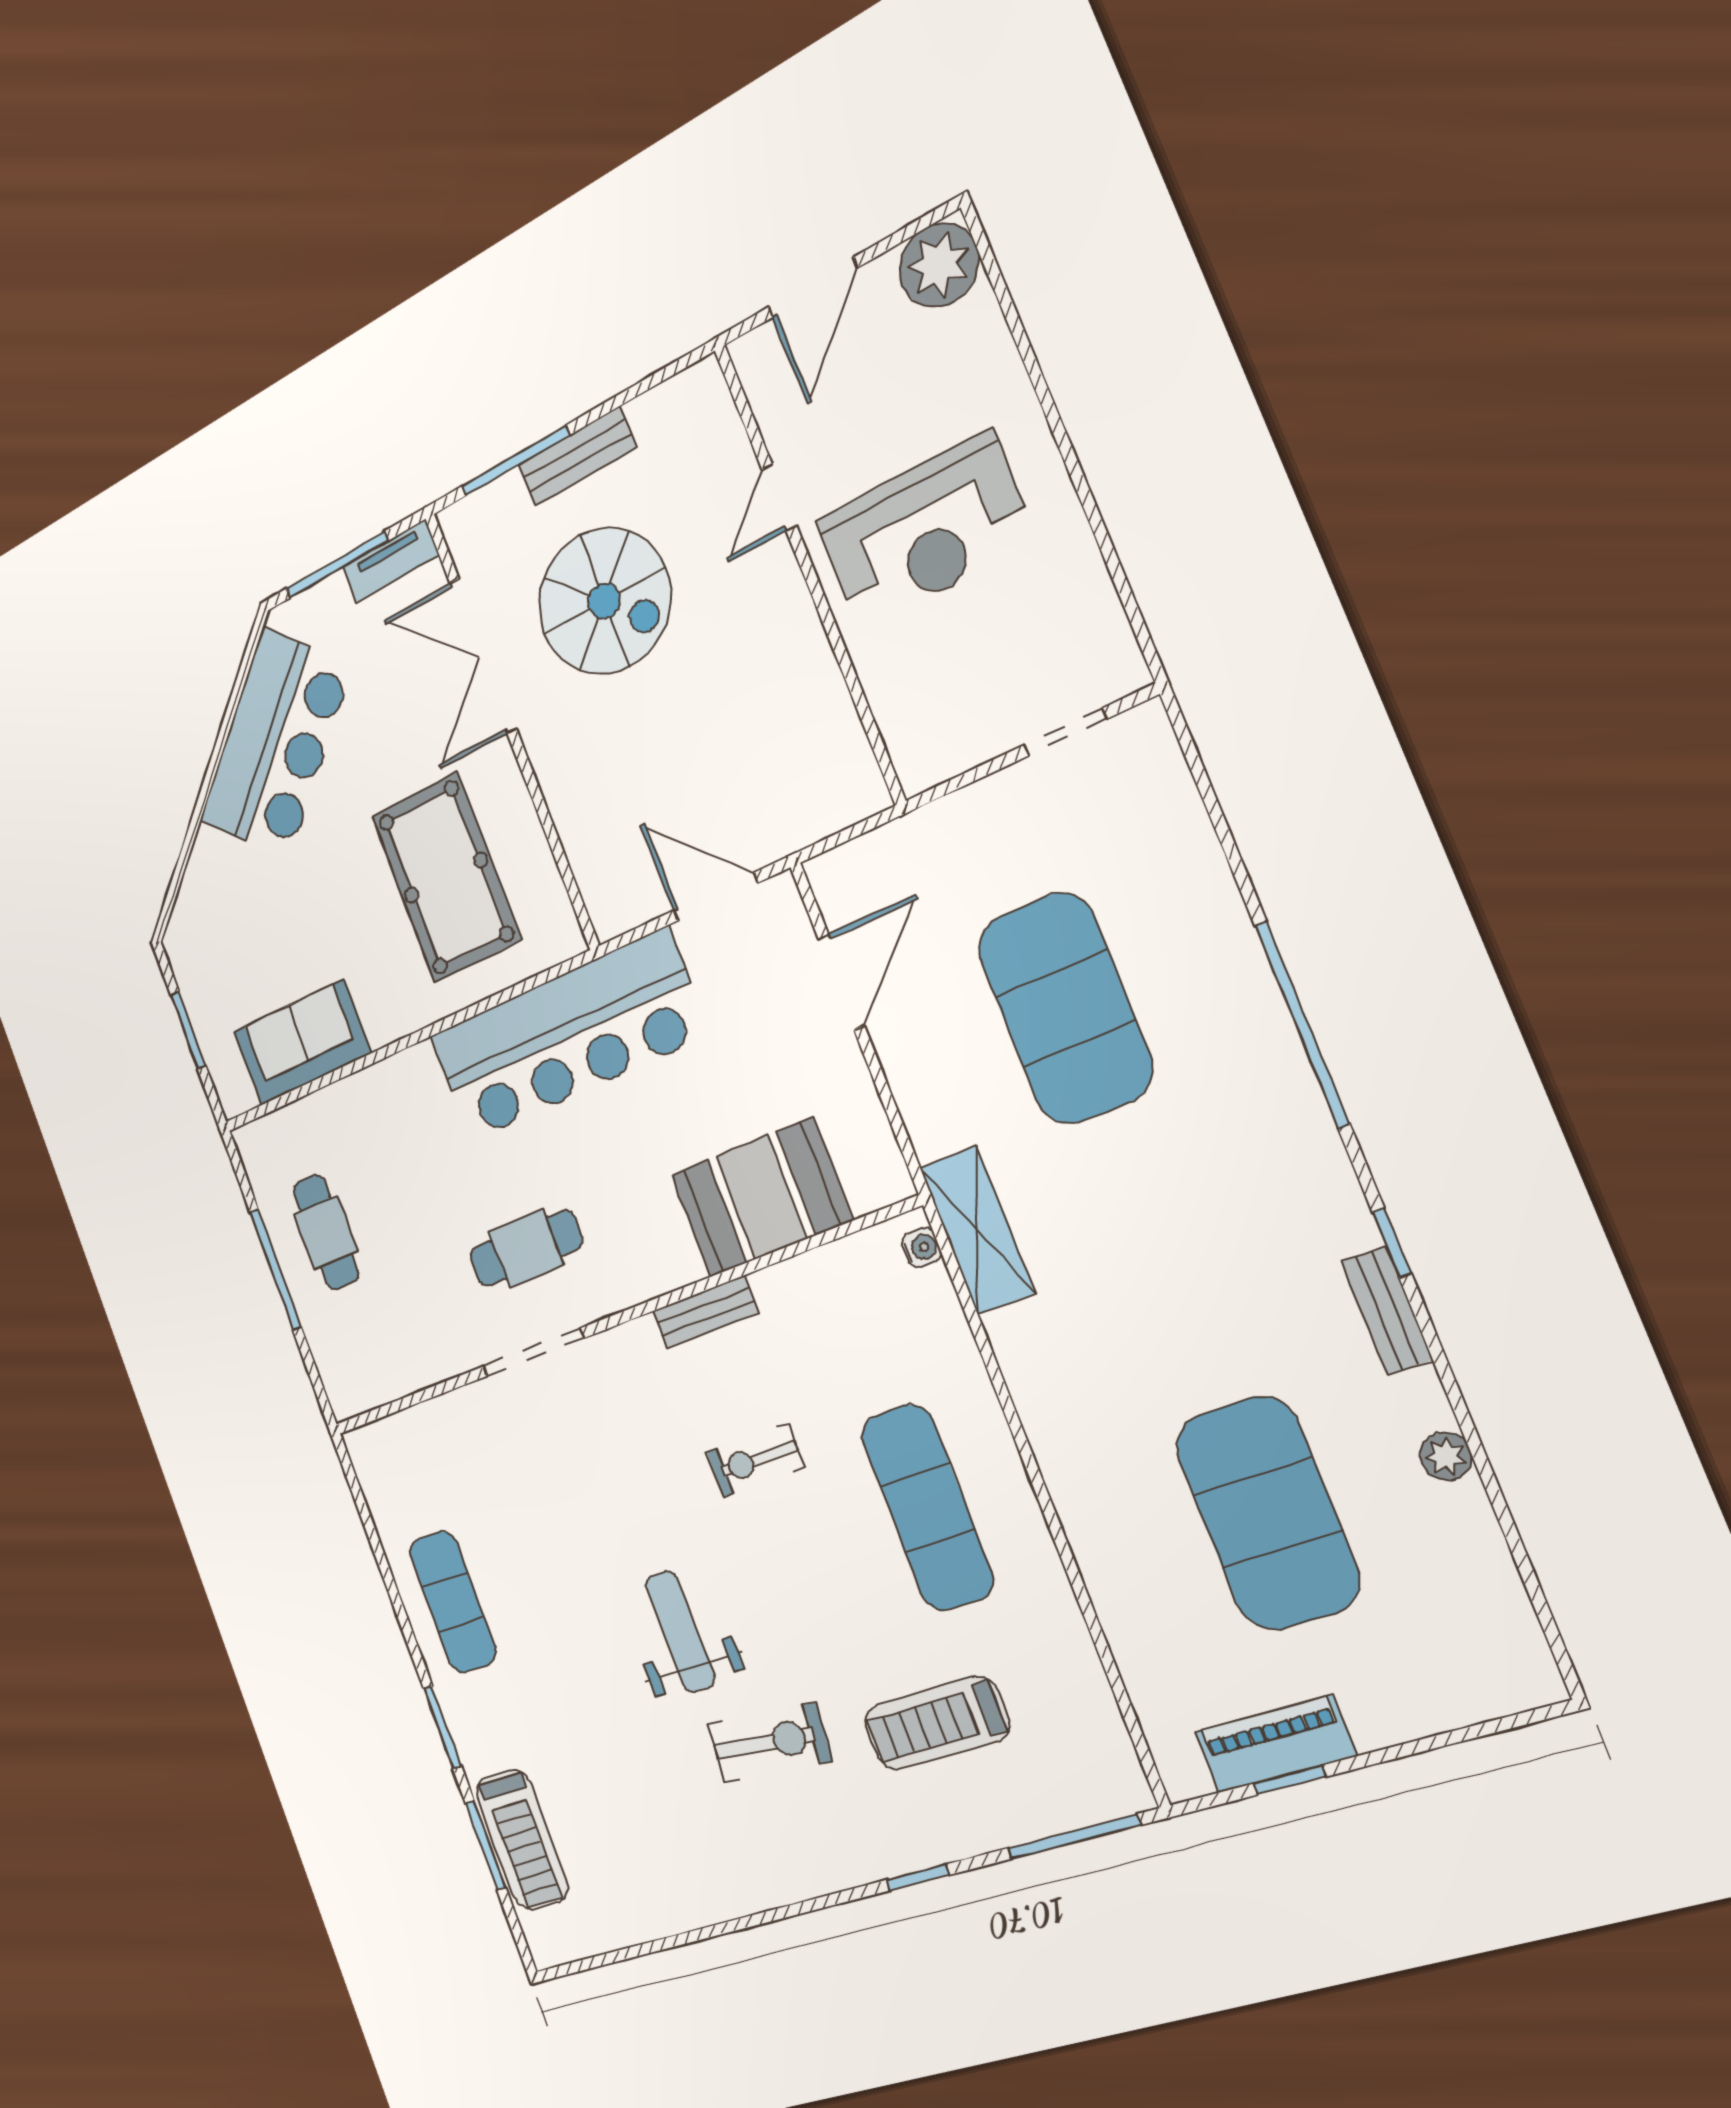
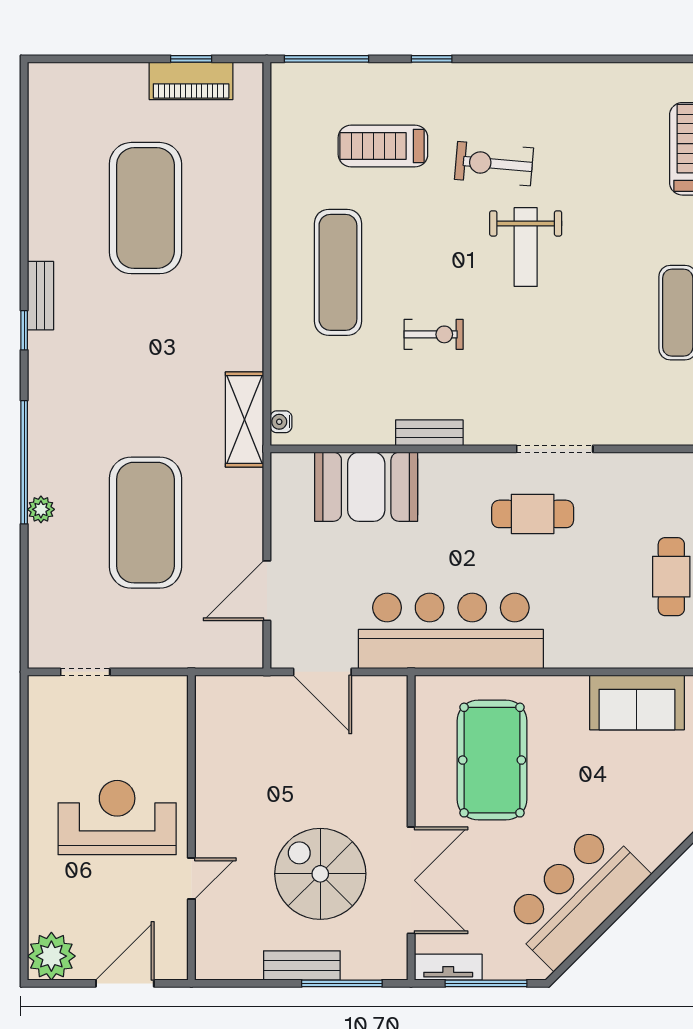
plant: (1446, 1456) -> (41, 509), moved
treadmill: (937, 1723) -> (383, 146), turned 180

